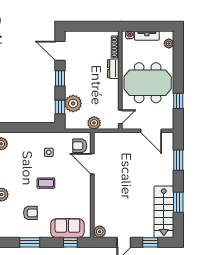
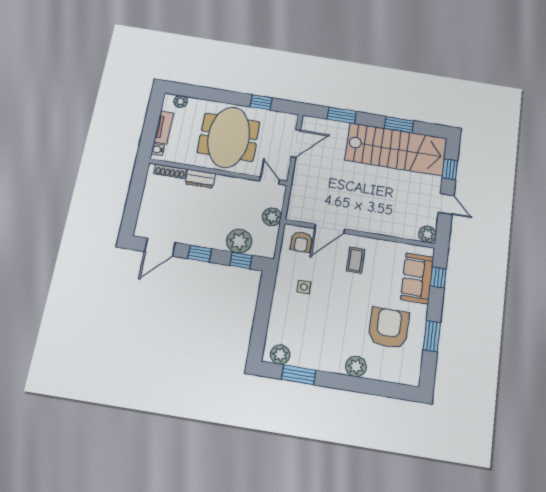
coffee table: (46, 183) -> (355, 260), moved
stairs: (164, 212) -> (396, 149), width x1.36, depth x1.51
armchair: (30, 213) -> (389, 328), width x1.88, depth x1.88

